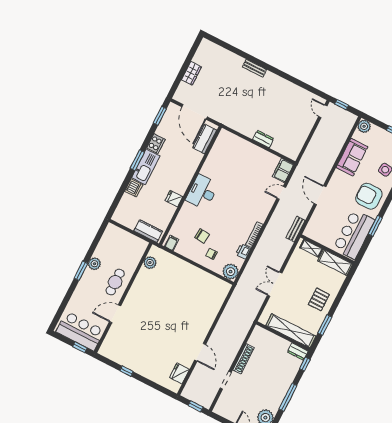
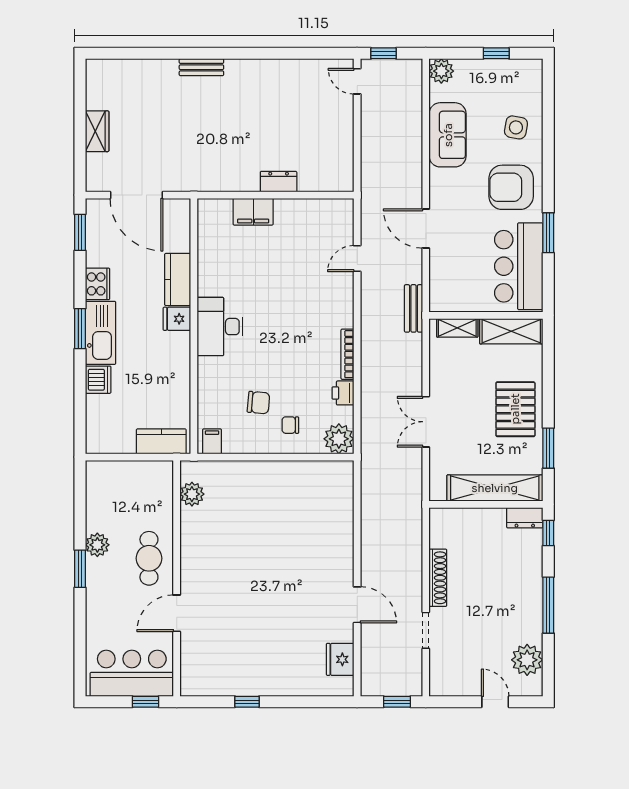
kitchen counter: (205, 139) -> (178, 279), moved
filing cabinet: (283, 170) -> (253, 212), moved, turned -90
fridge: (174, 199) -> (177, 319), moved
pallet: (319, 299) -> (515, 409), width x1.50, depth x1.42

